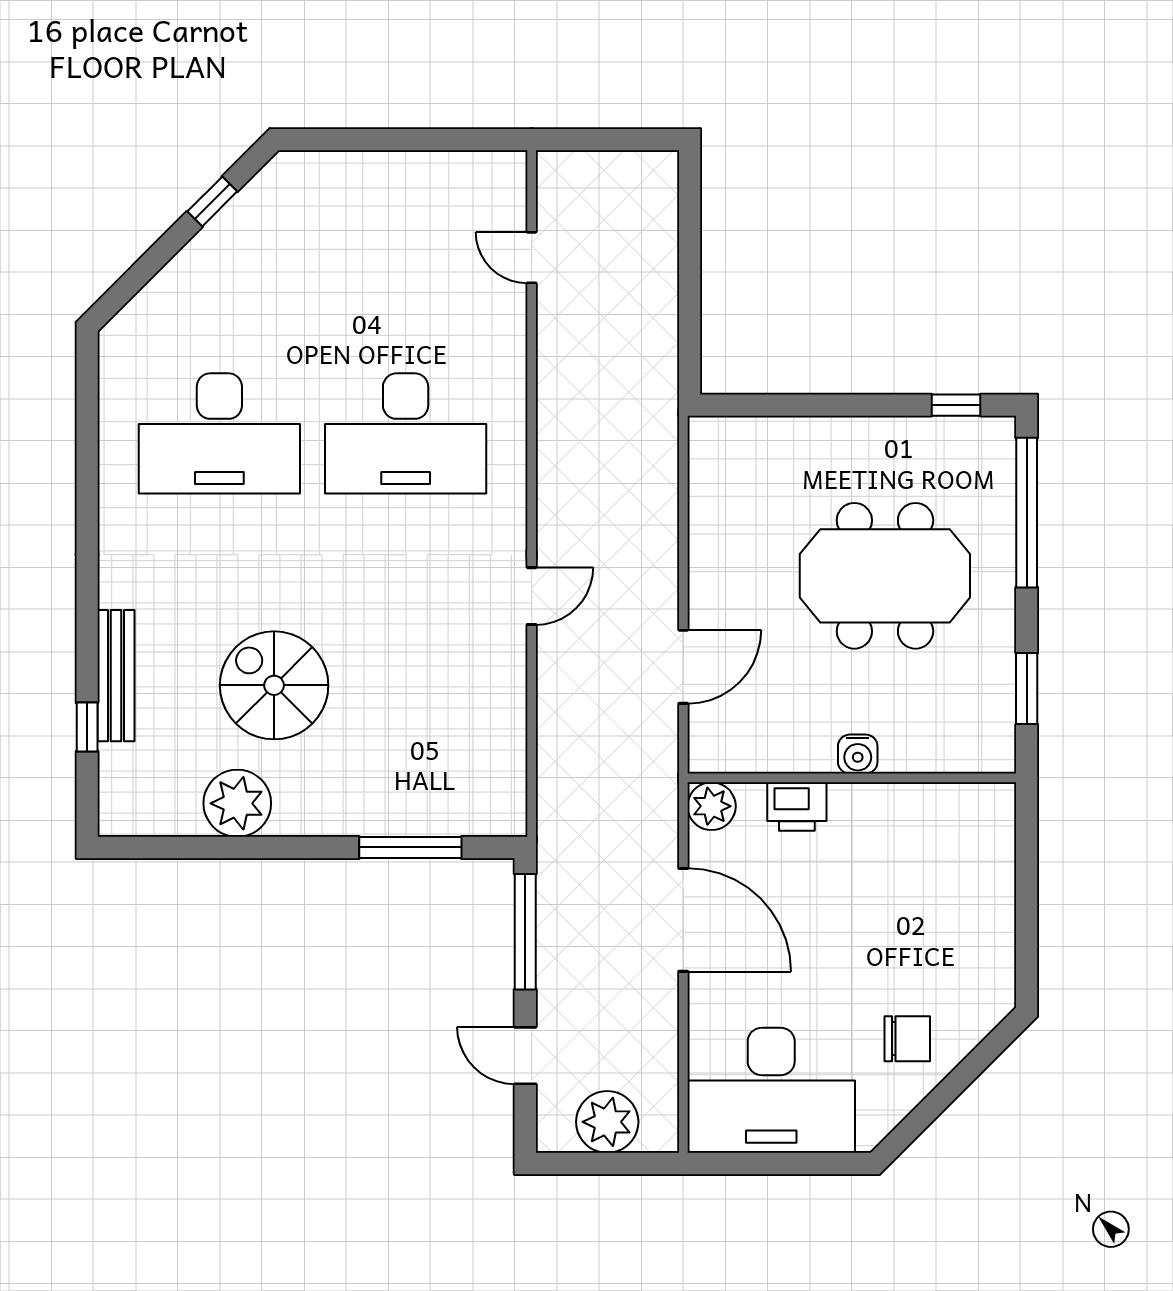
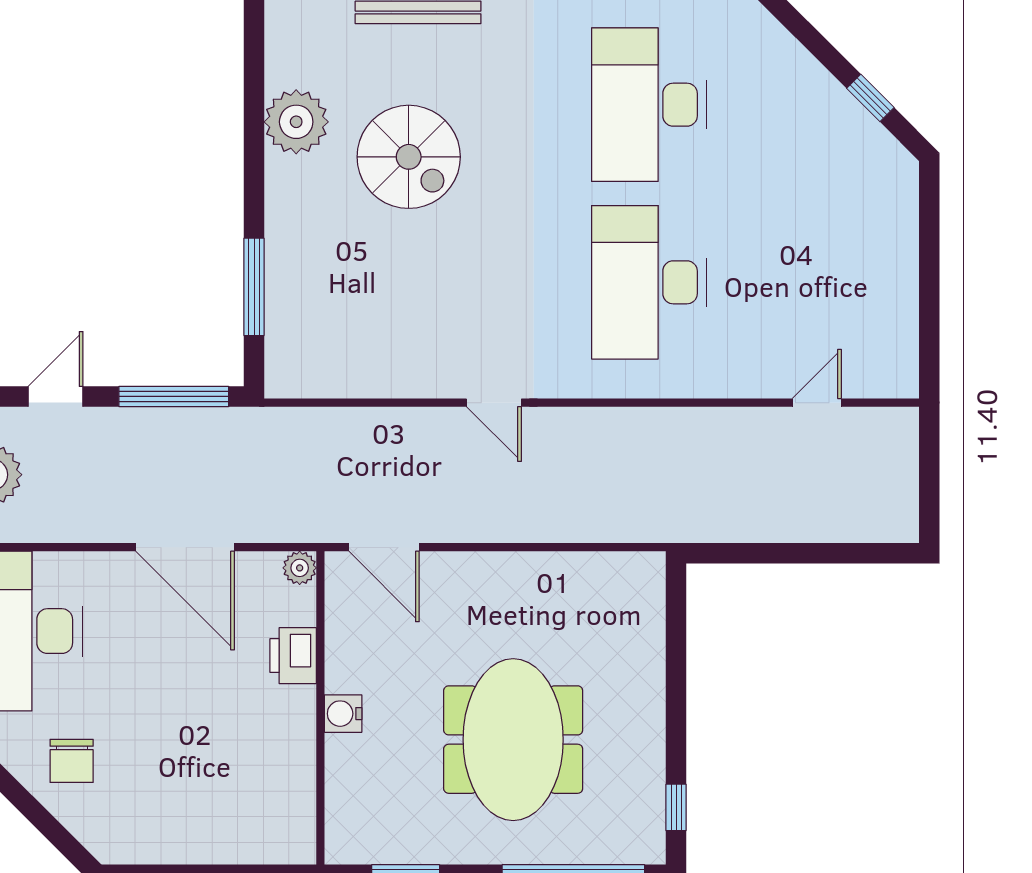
door: (683, 667) -> (384, 547), moved
spiral stairs: (274, 685) -> (409, 157), turned 90
plant: (712, 806) -> (300, 568), width x0.73, depth x0.73
door: (683, 920) -> (185, 547), hinge flipped

